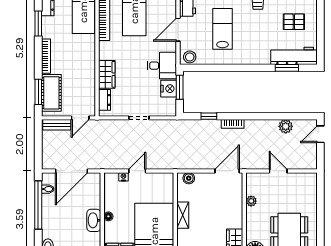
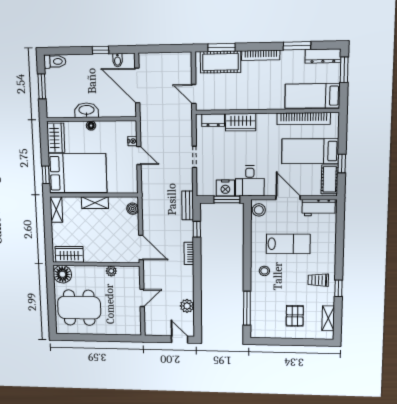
stool: (249, 51) -> (264, 271), added
workbench: (294, 56) -> (259, 315), removed
window: (287, 68) -> (247, 308), width x1.44
bench: (57, 125) -> (188, 205), moved
window: (38, 205) -> (101, 50), width x0.32

